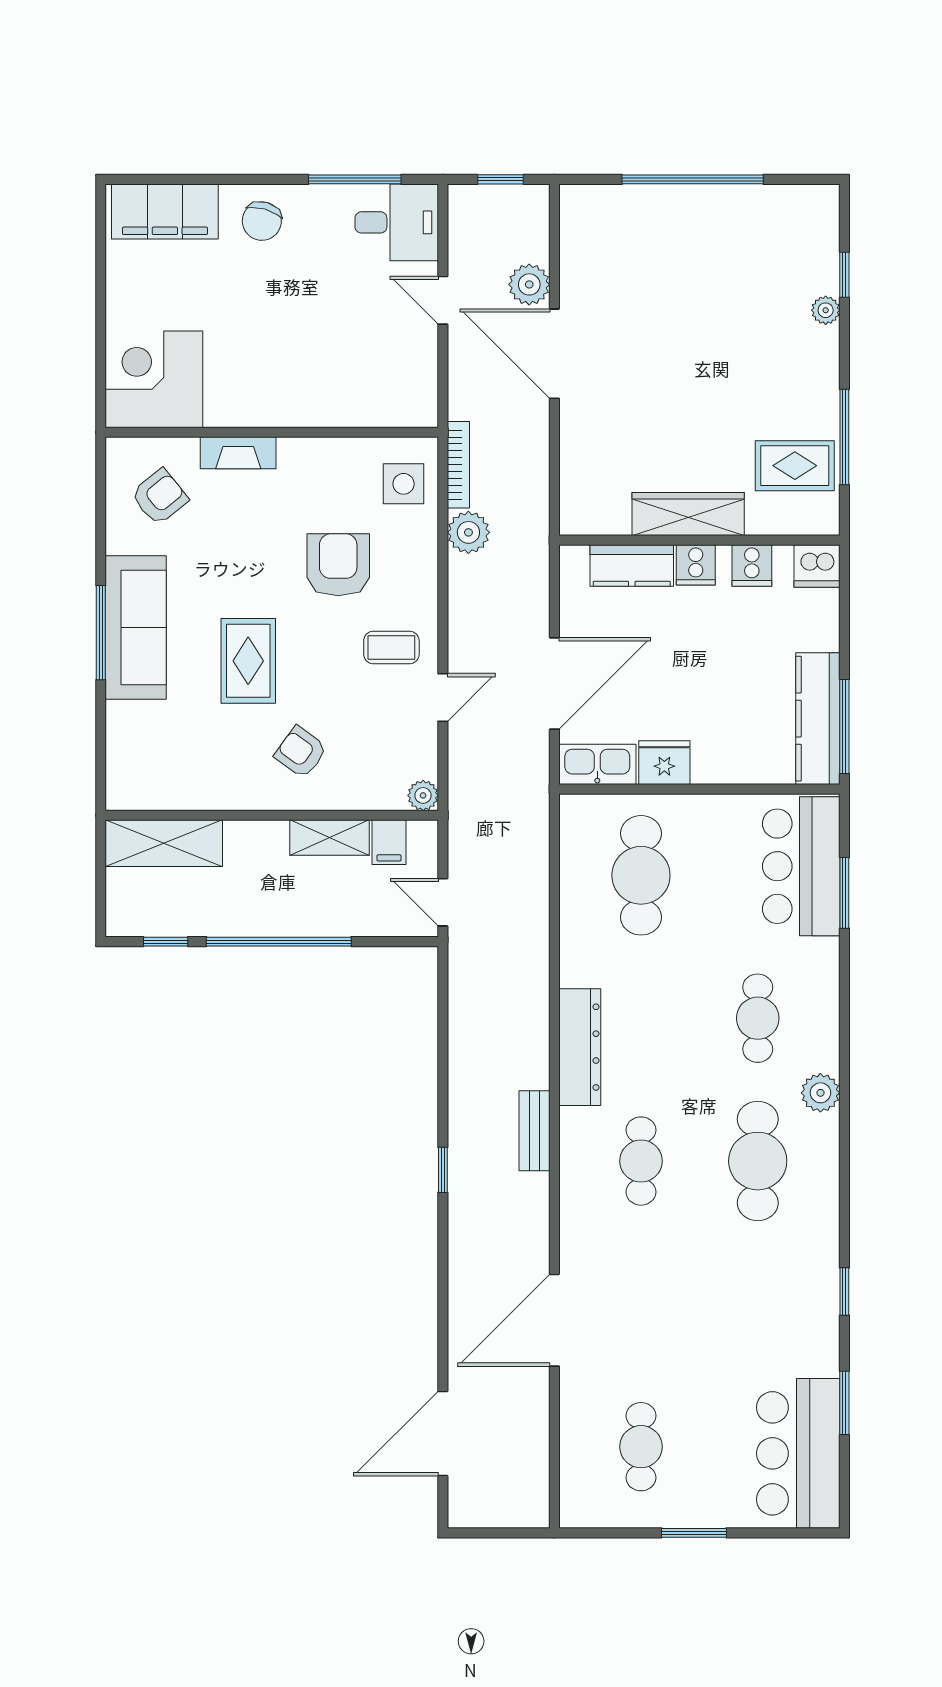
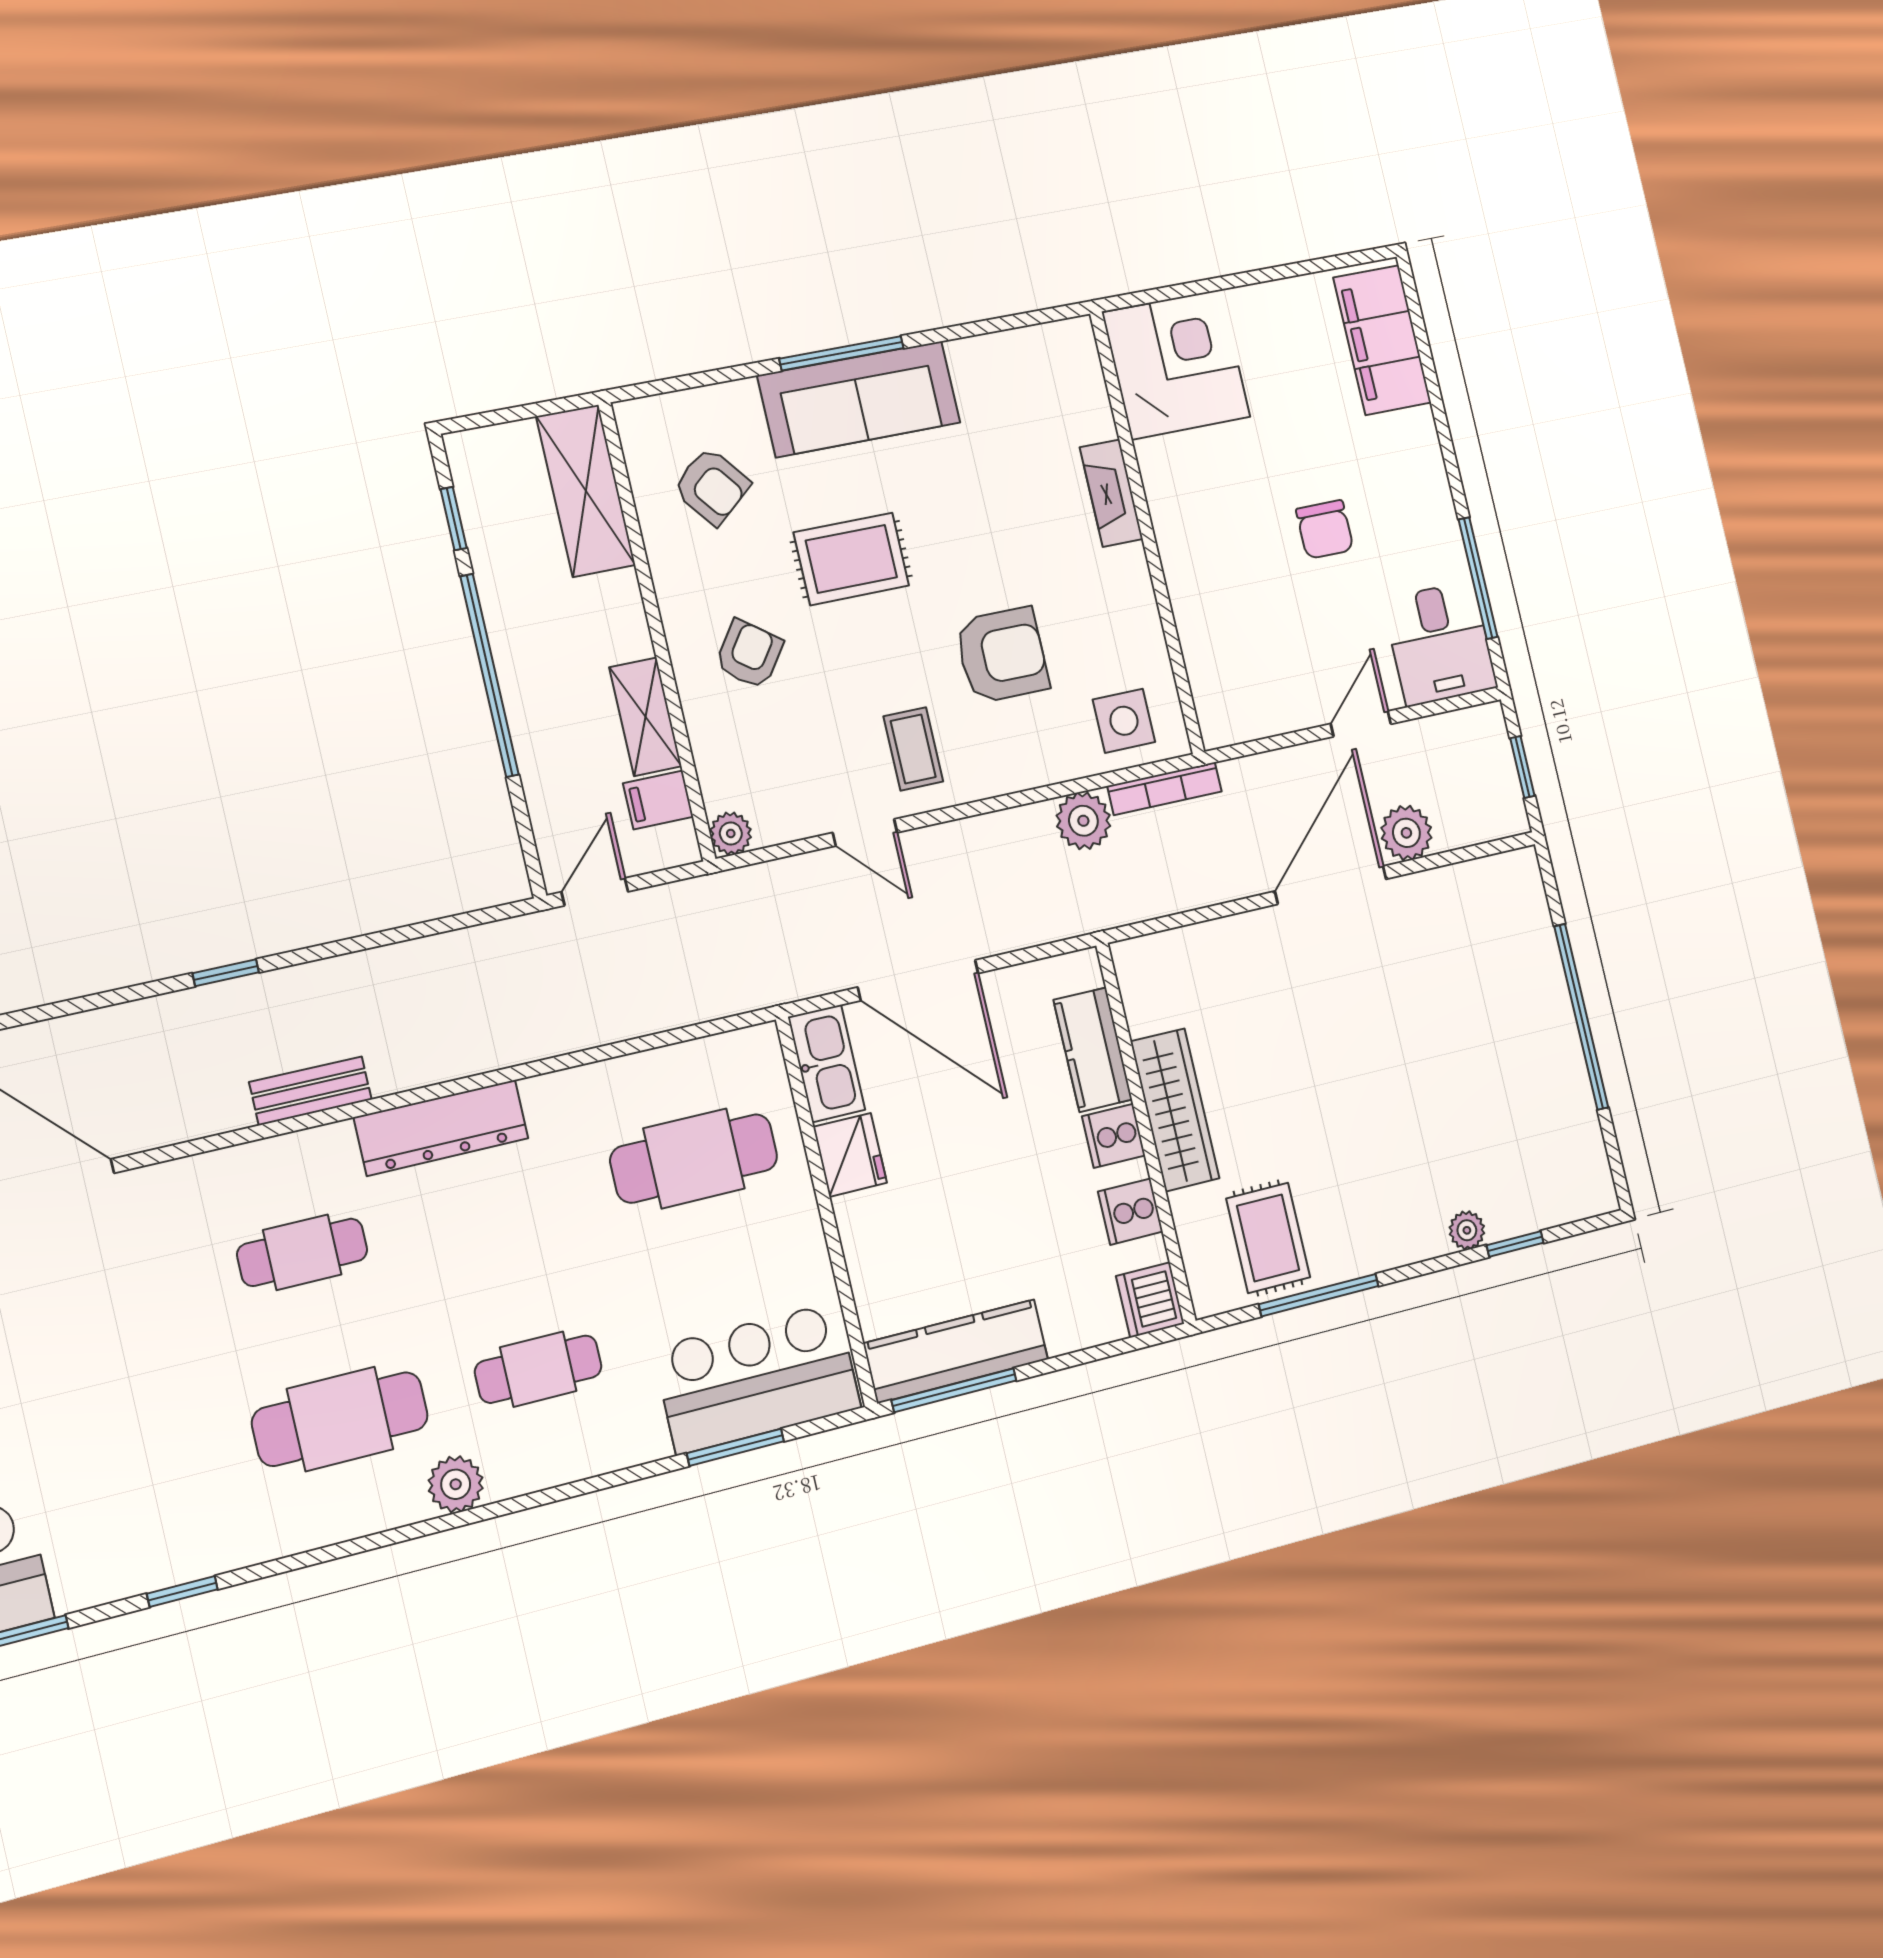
chair: (262, 221) -> (1325, 529), moved, turned -106
armchair: (160, 497) -> (712, 486), moved

